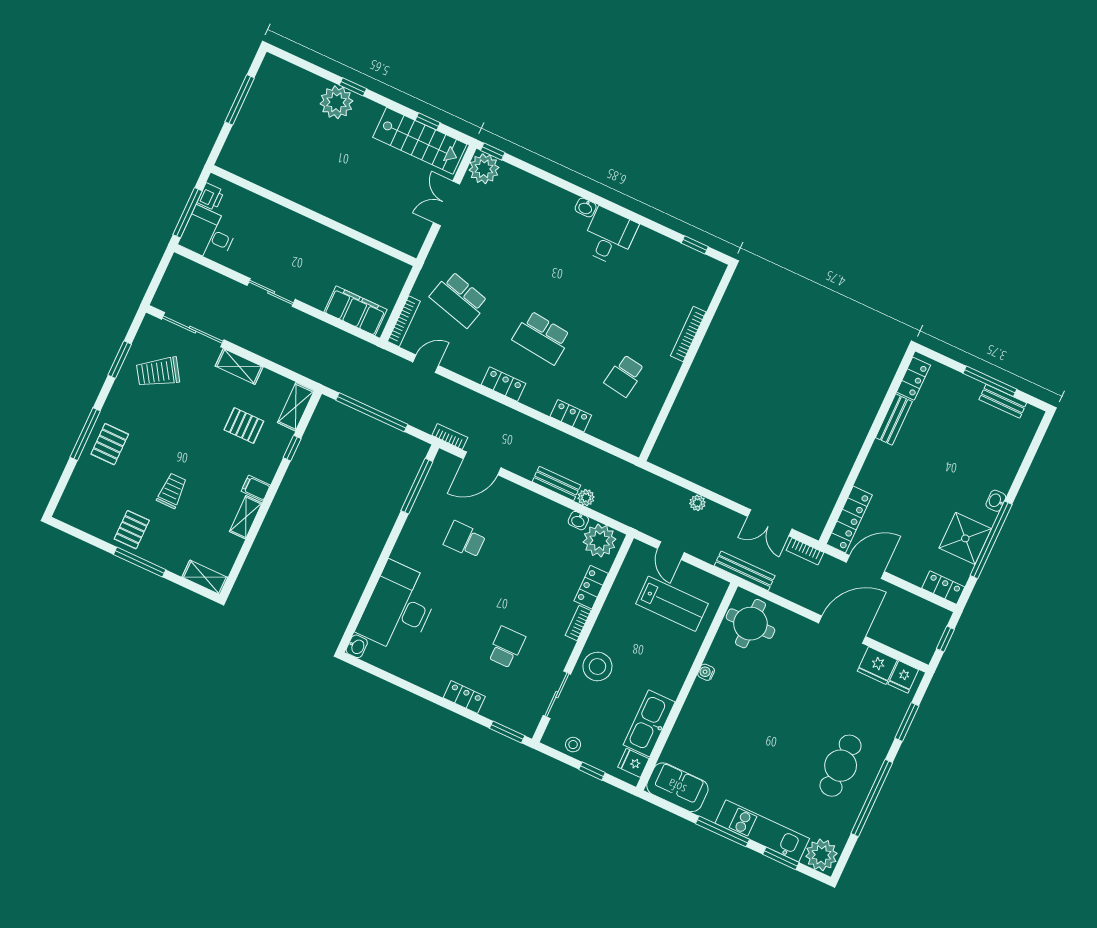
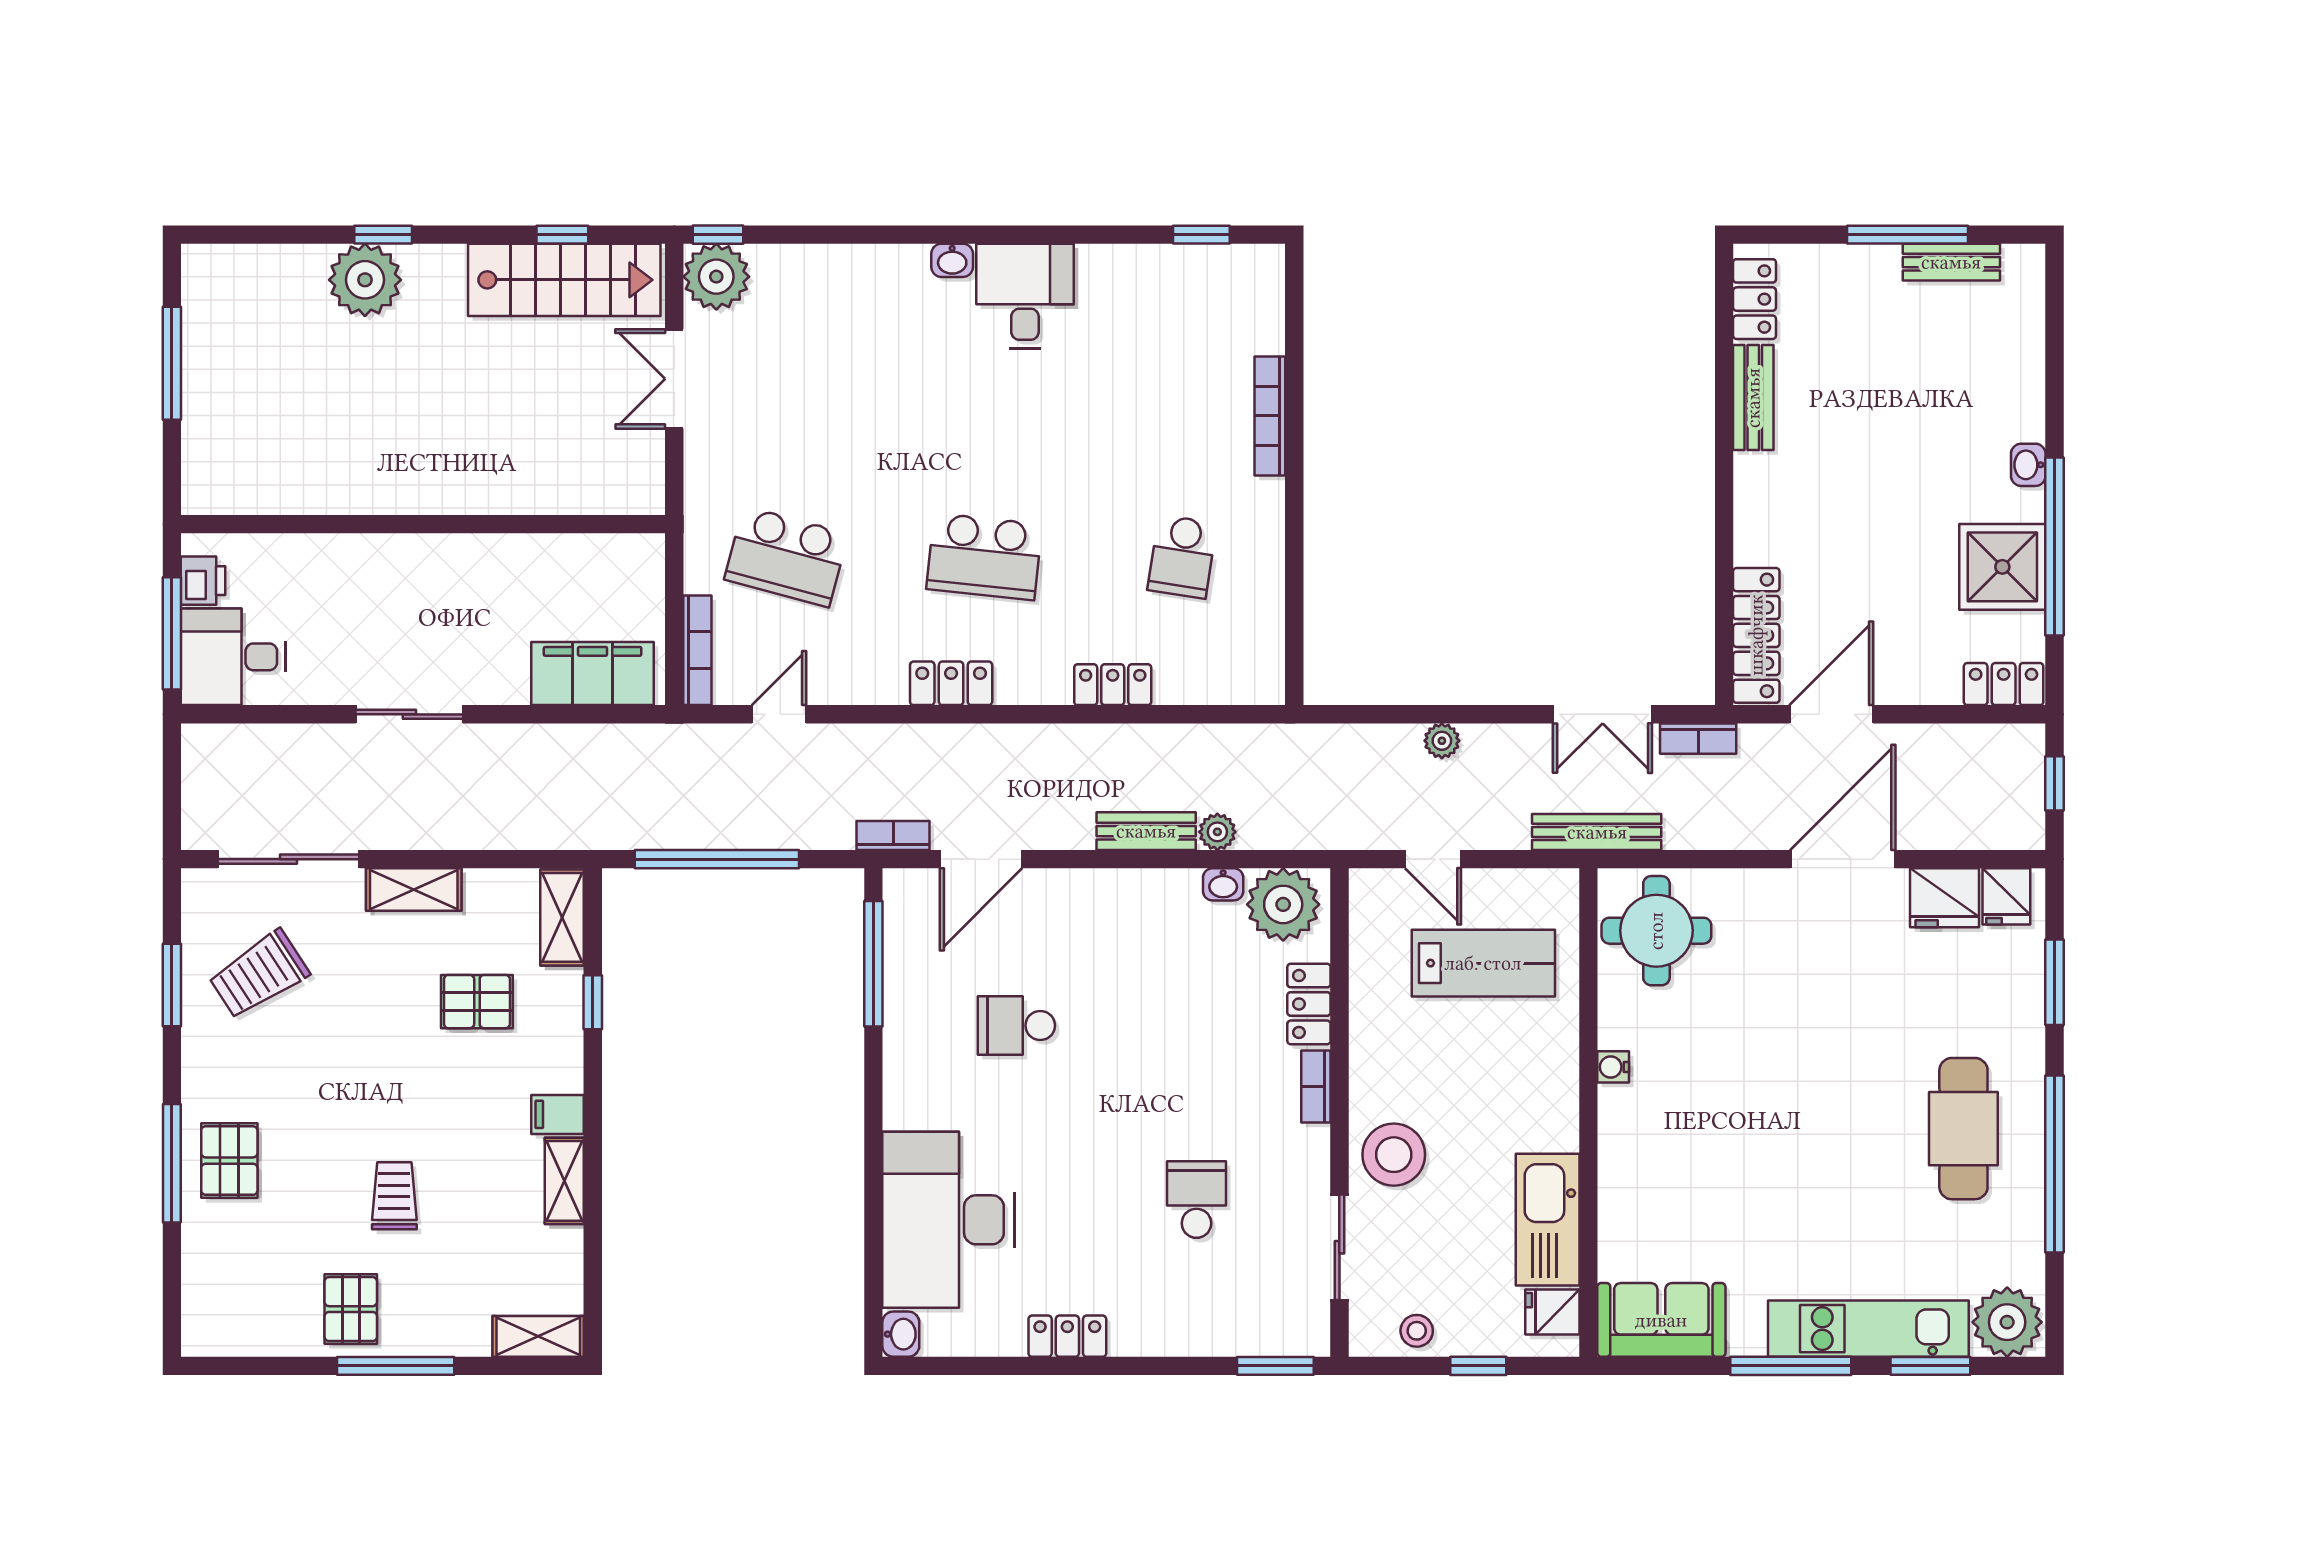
locker: (464, 697) -> (1067, 1336), moved

